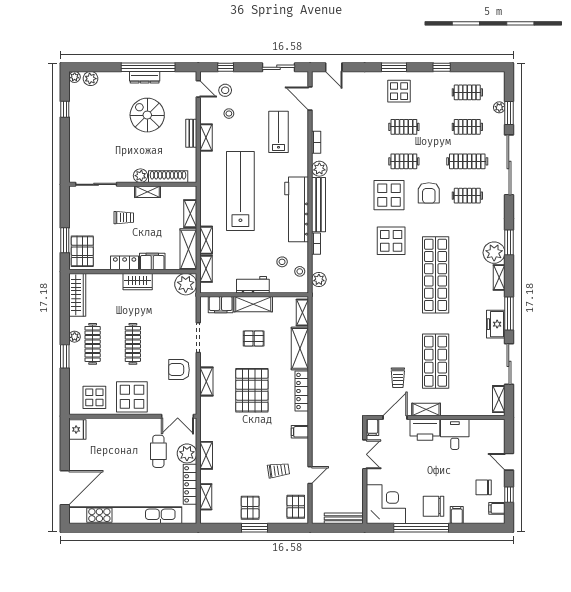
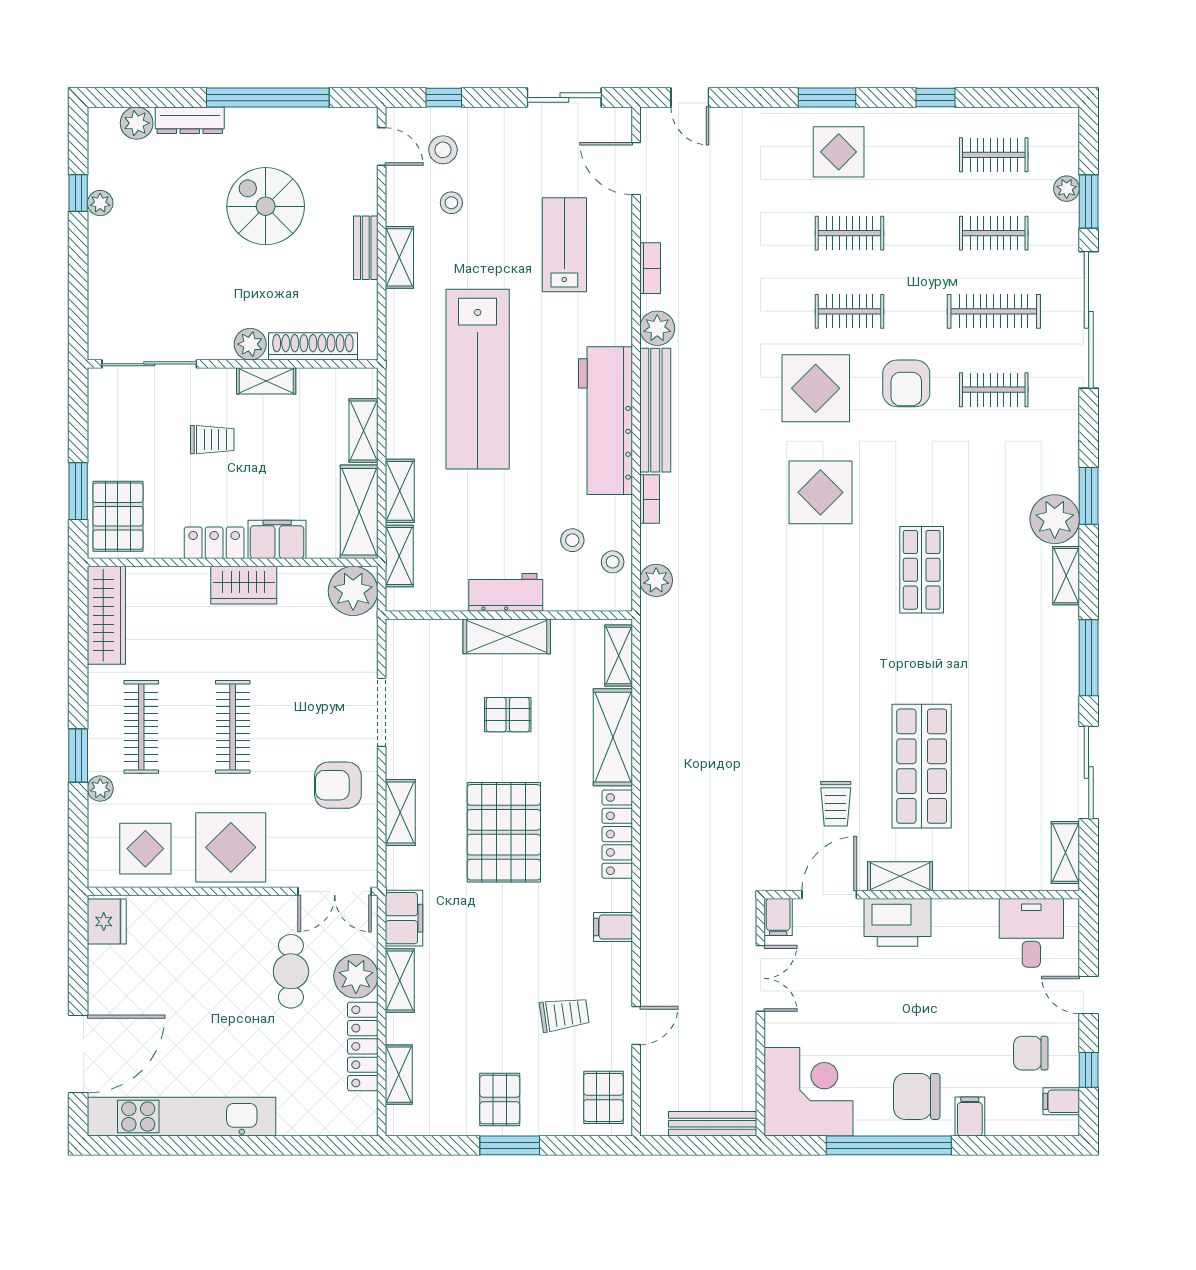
plant: (75, 77) -> (100, 203), moved
dresser: (145, 77) -> (190, 120), moved
lab bench: (240, 191) -> (478, 379), turned 180
shop shelf: (436, 275) -> (922, 570), width x0.50, depth x0.74
filing cabinet: (221, 305) -> (404, 918), moved, turned -90
freezer: (496, 324) -> (1059, 682), removed
plant: (75, 337) -> (100, 789), moved
desk: (455, 434) -> (1031, 933), moved
kitchen unit: (125, 515) -> (182, 1117), width x0.73

